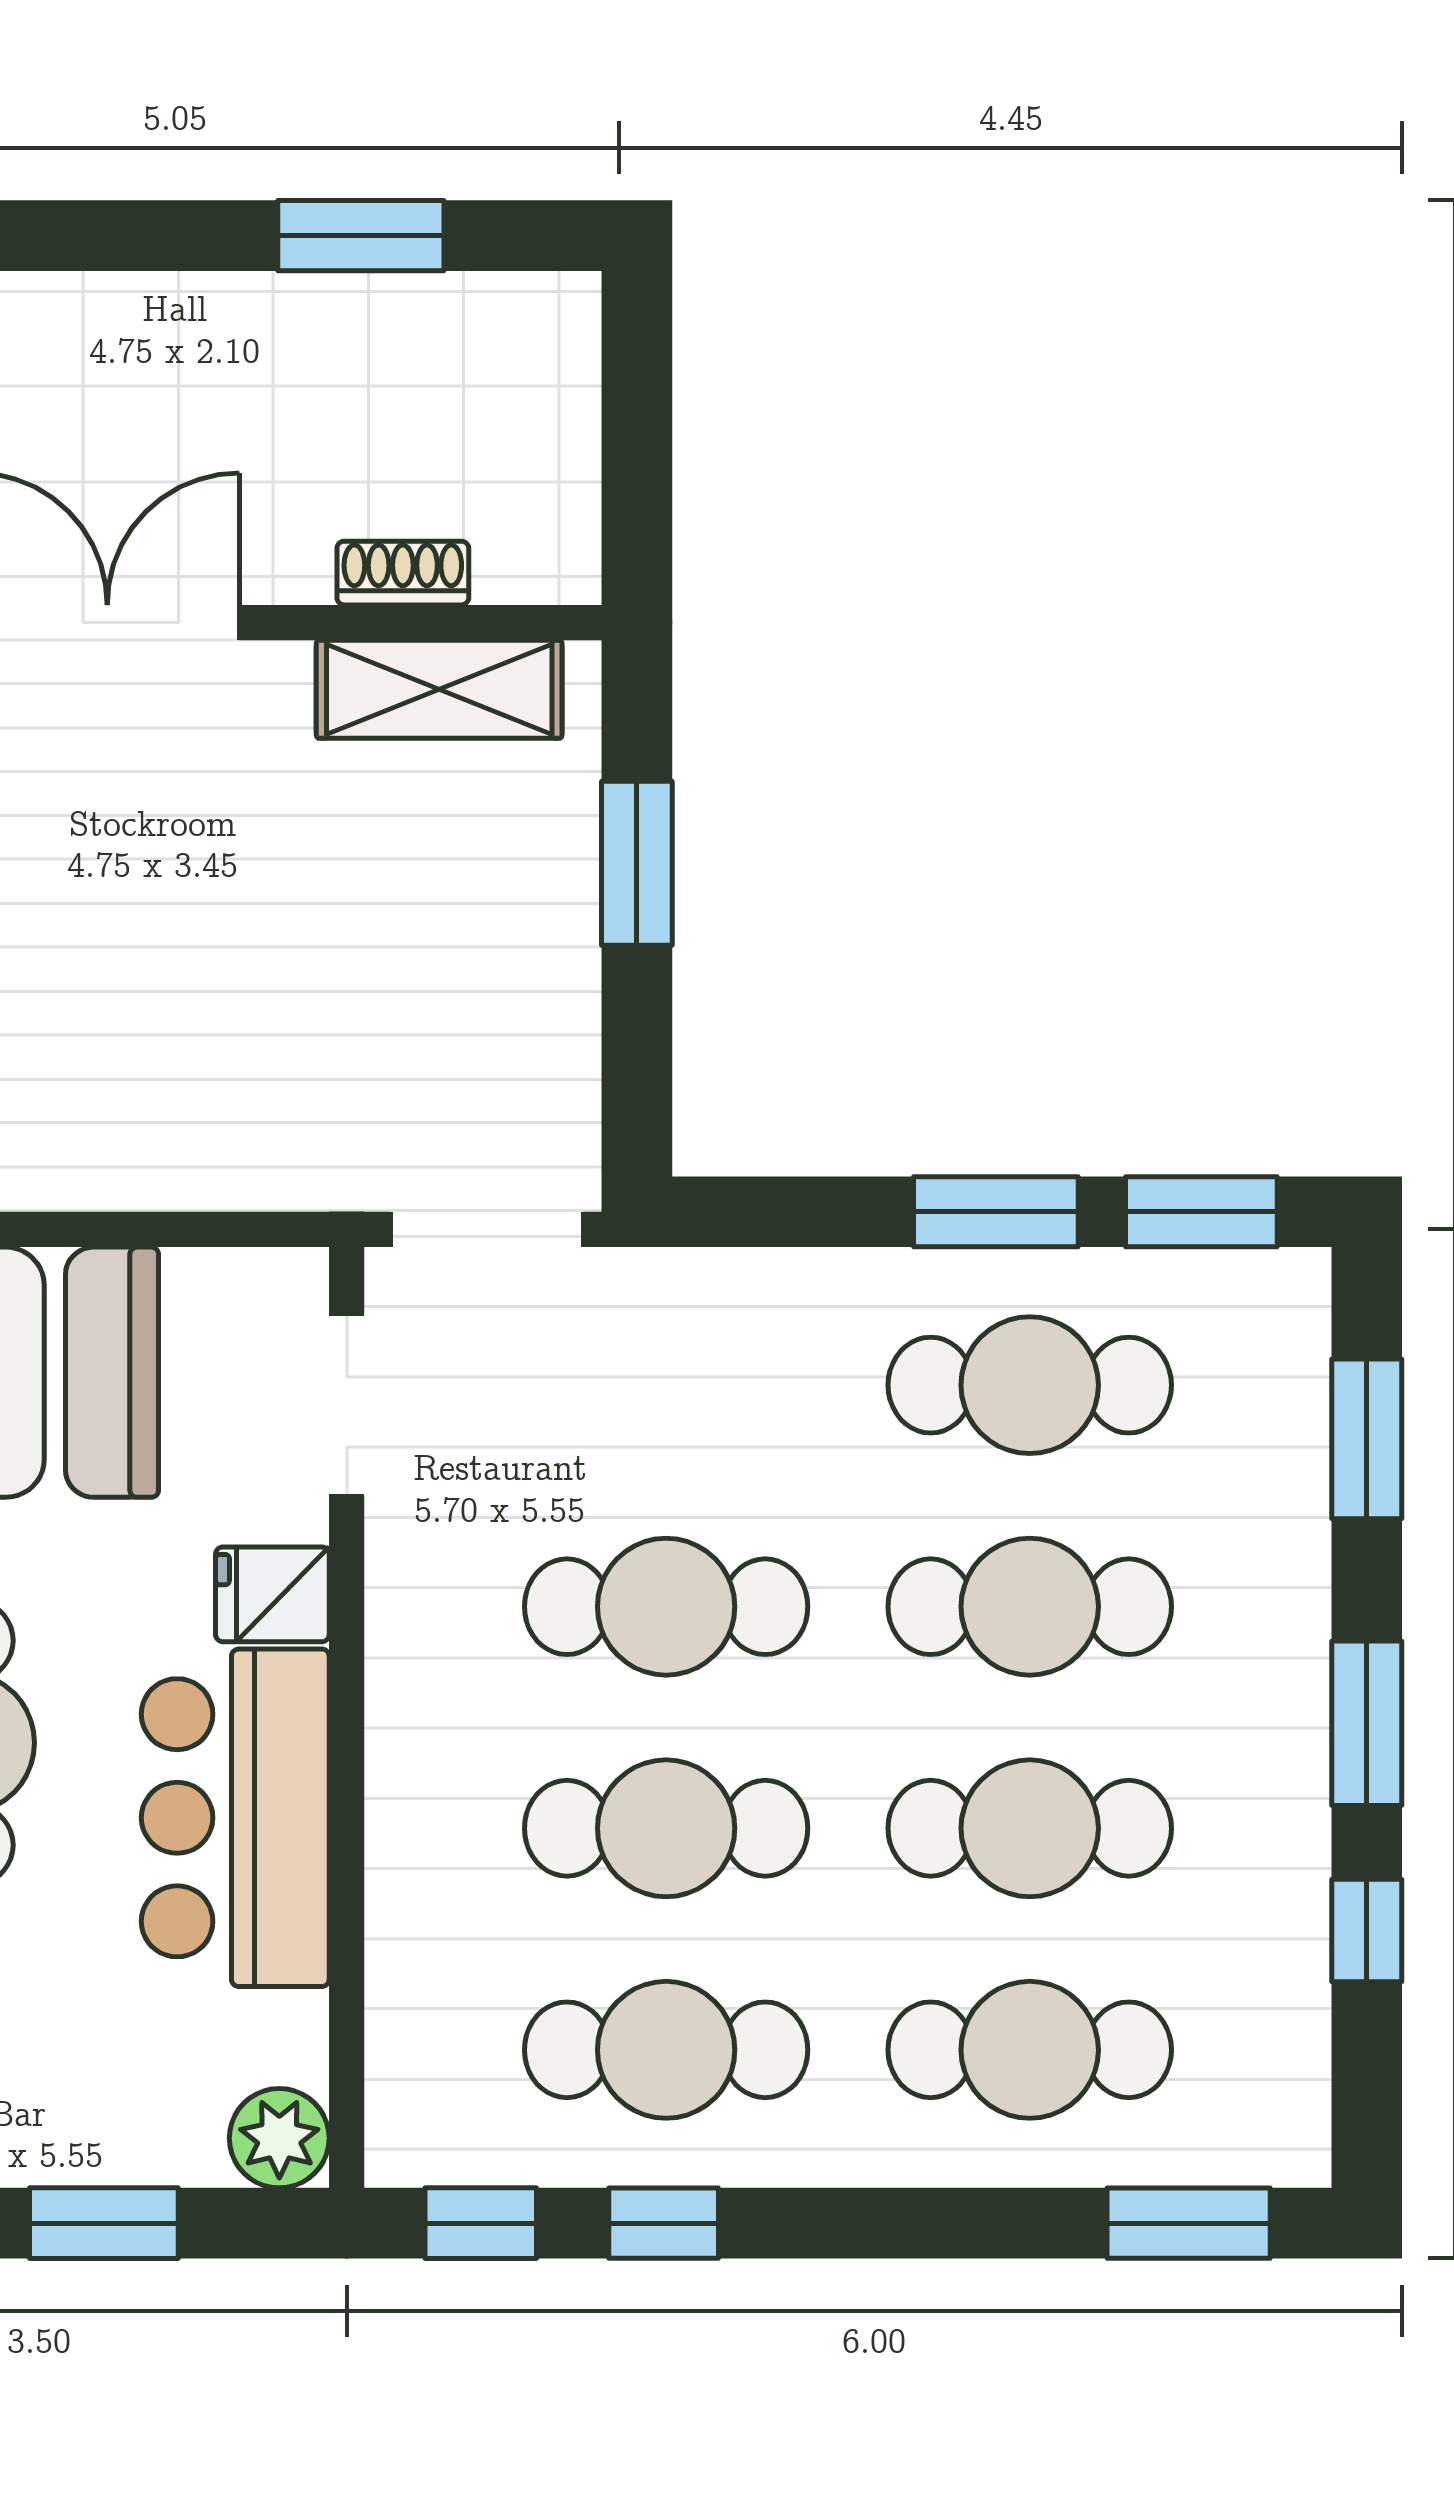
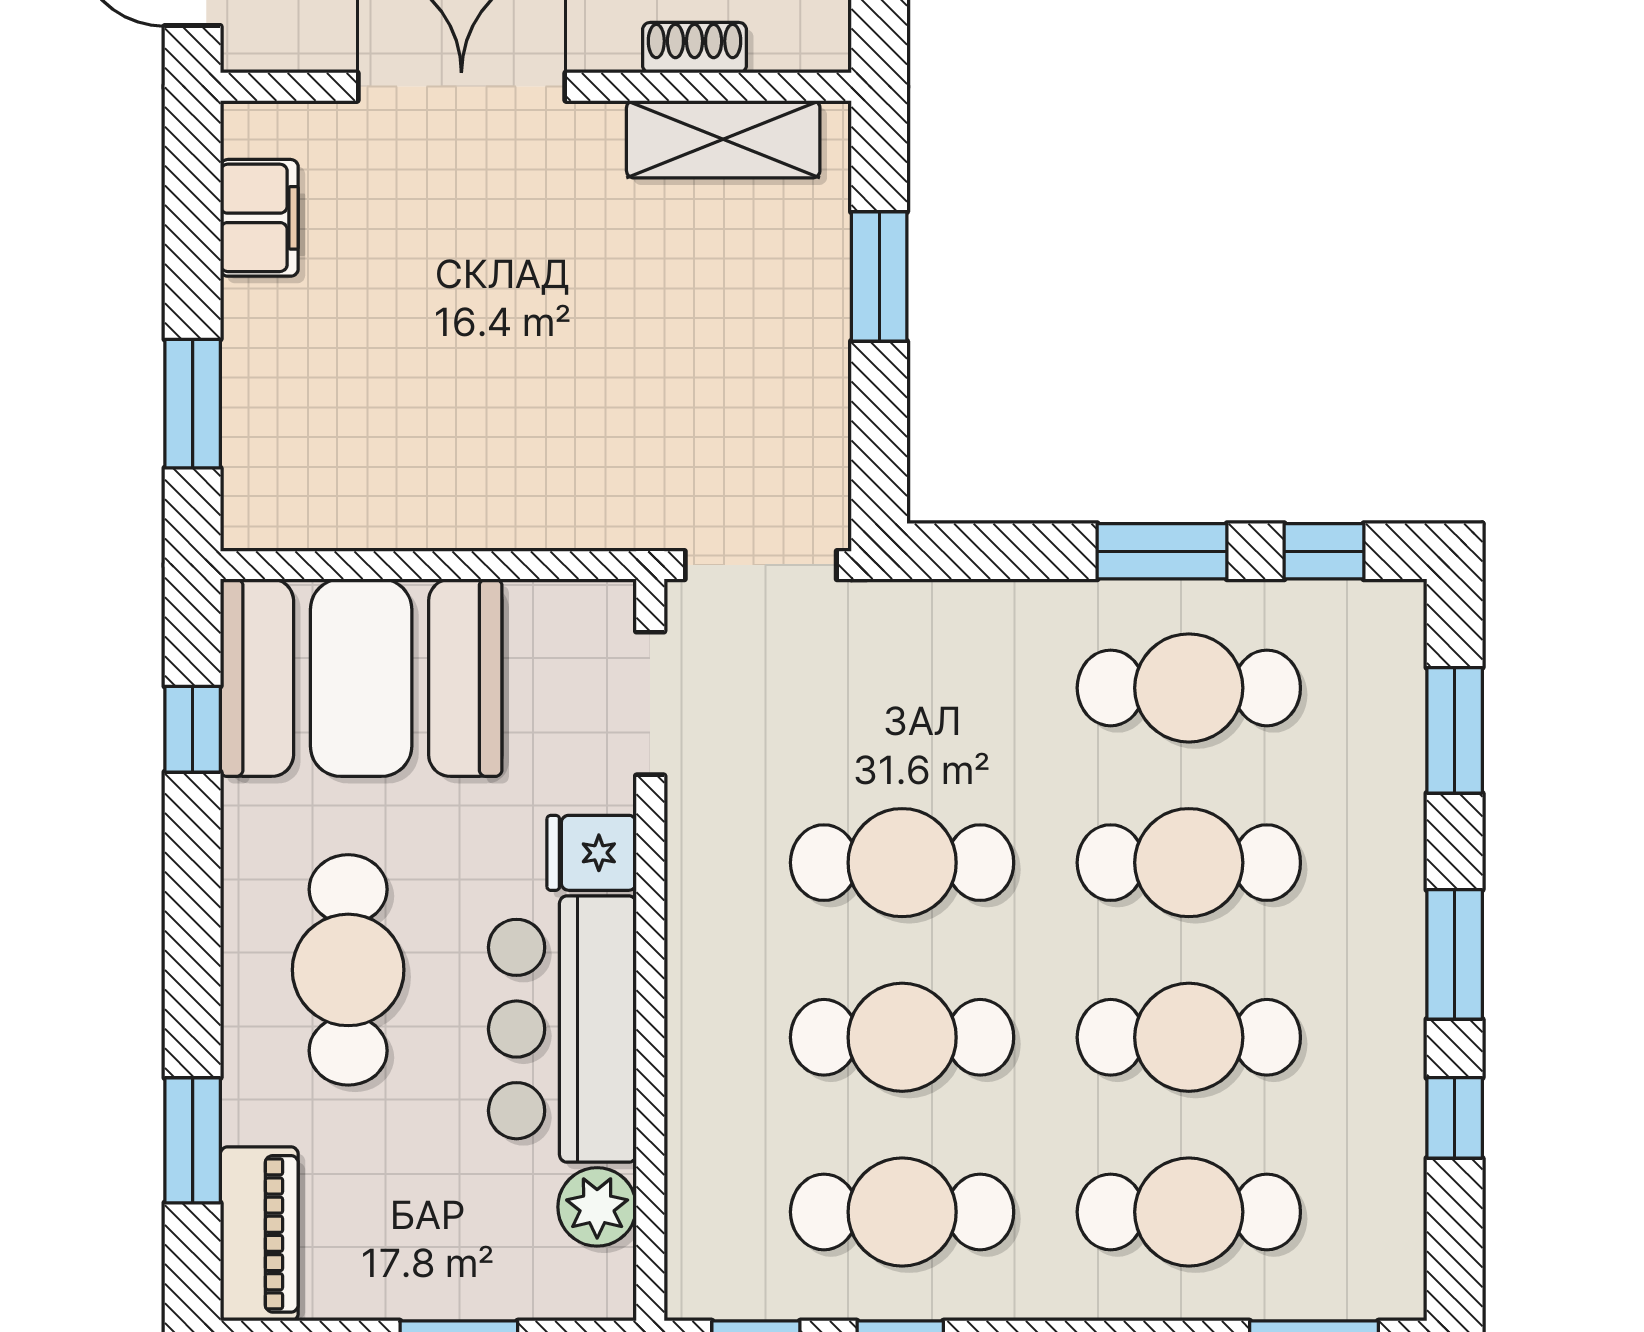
window: (1201, 1212) -> (1324, 551), width x0.67
plant: (279, 2138) -> (597, 1207), moved

